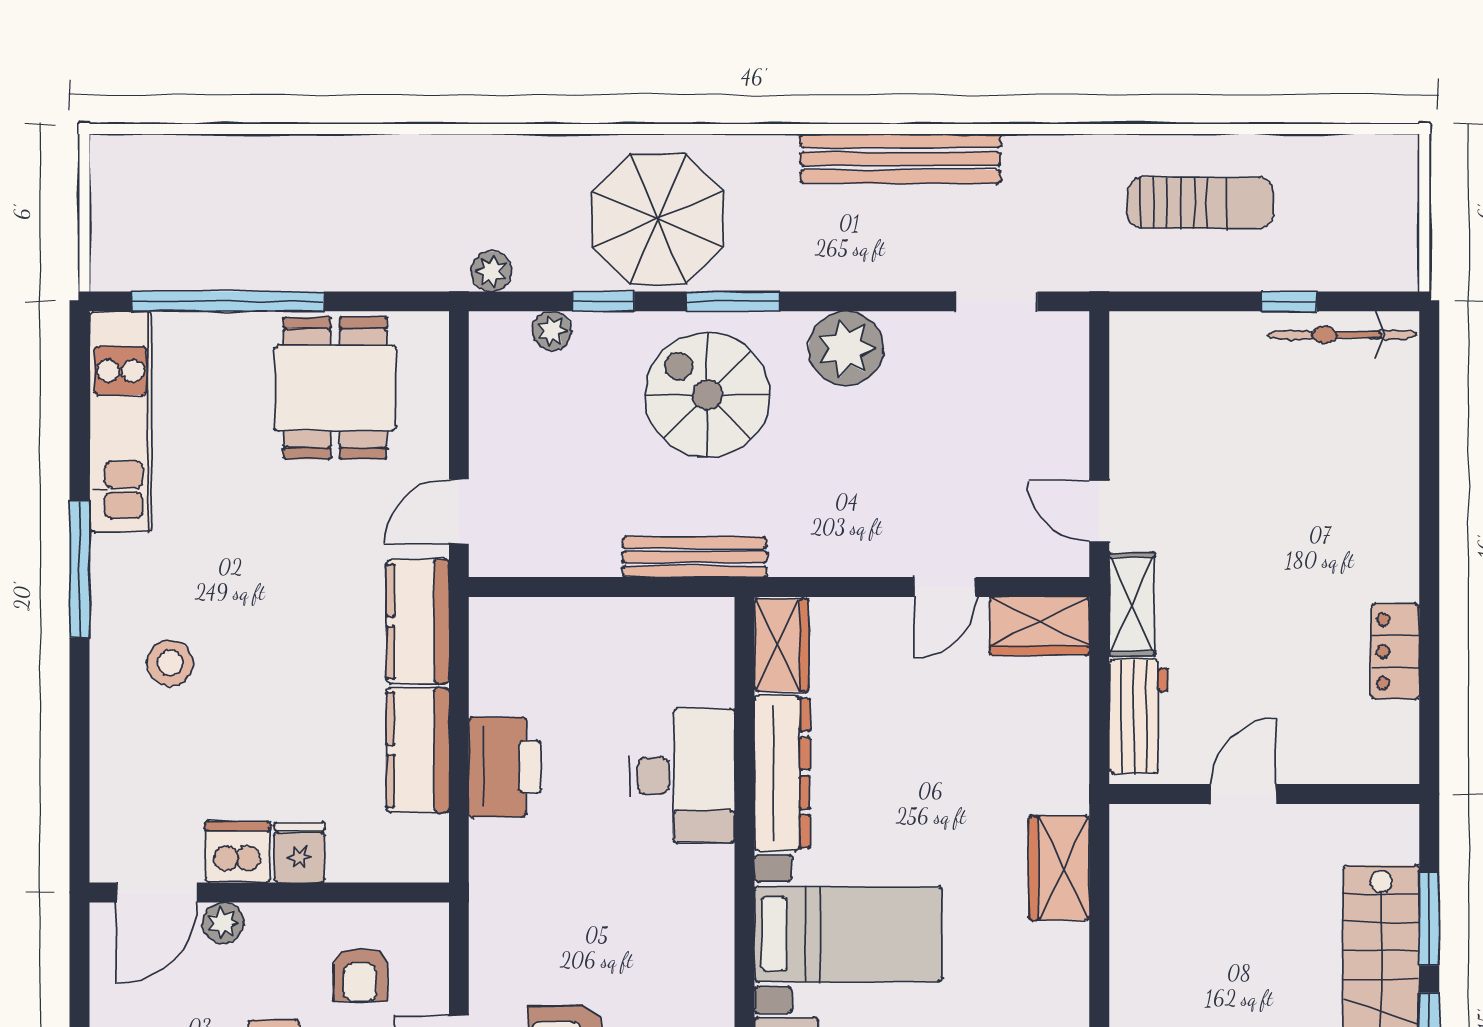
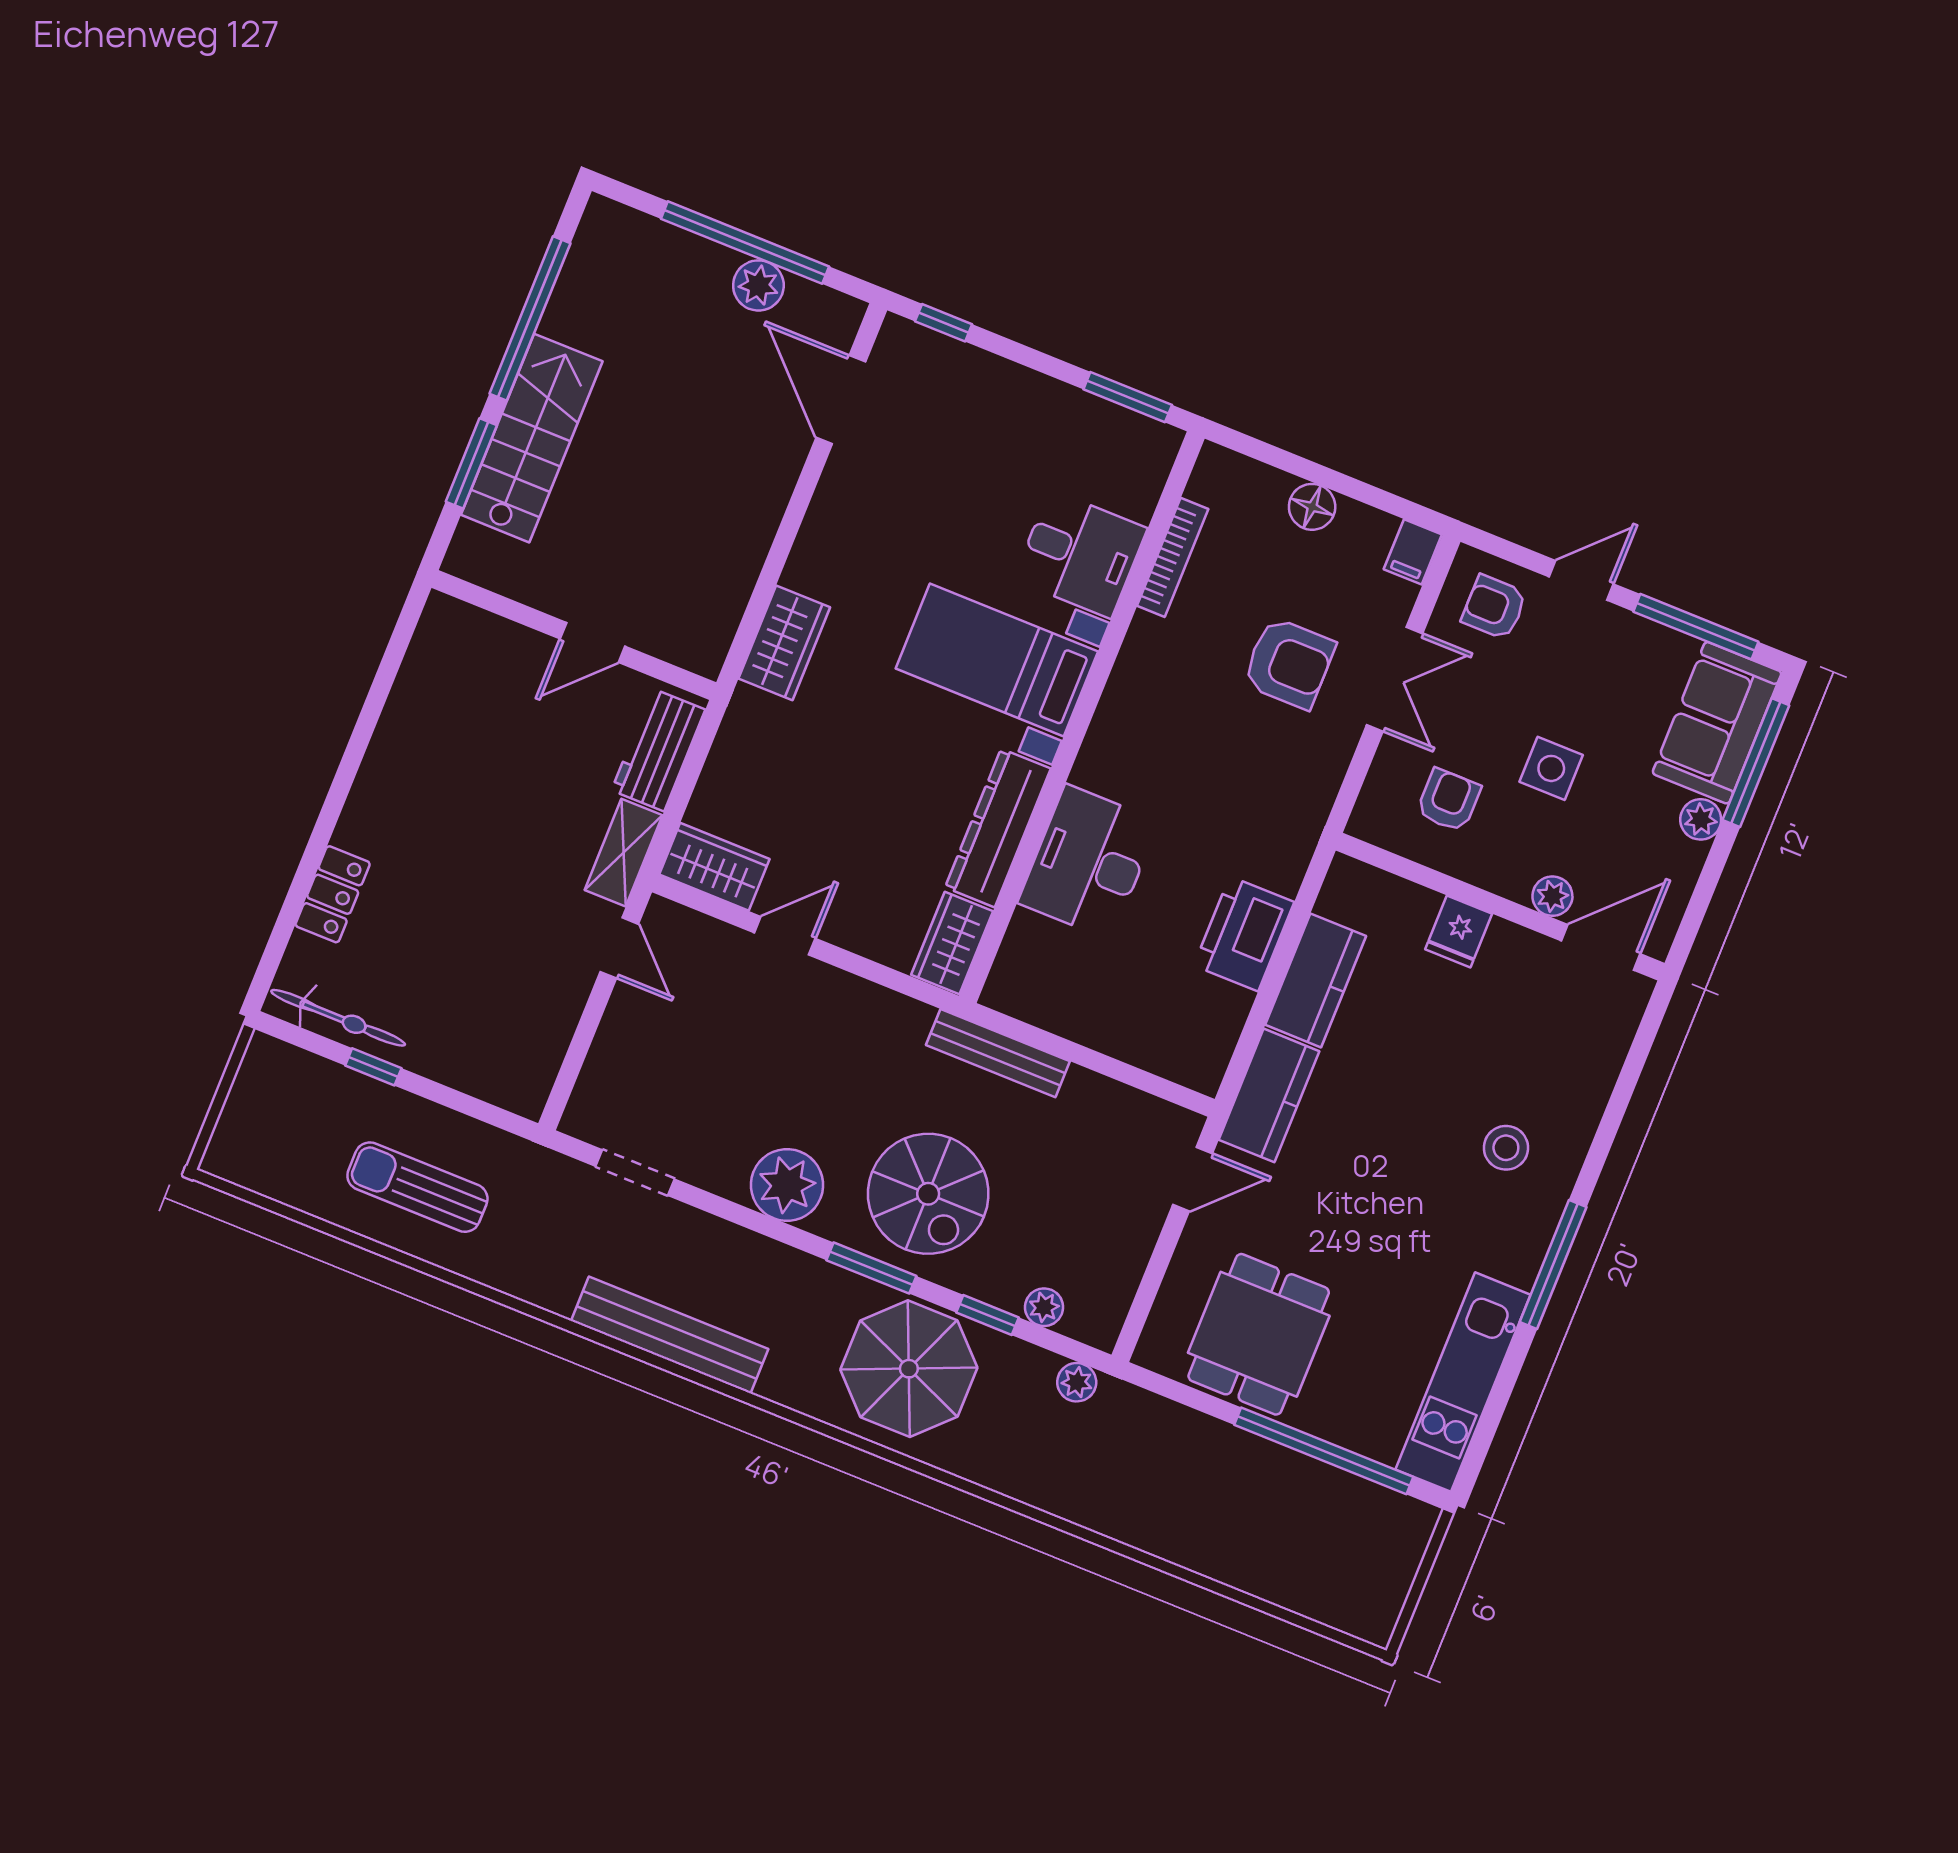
locker: (1395, 651) -> (333, 894), moved
dishwasher: (238, 852) -> (1514, 954), removed

